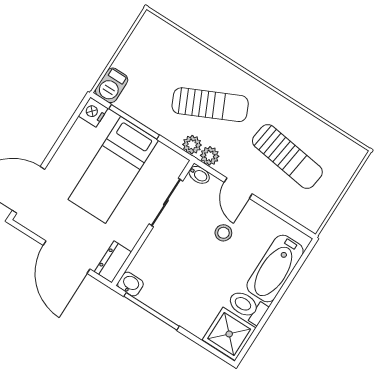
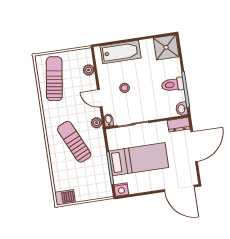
barbecue: (112, 85) -> (65, 197), moved
plant: (192, 145) -> (89, 70), moved
sun lounger: (287, 157) -> (54, 79), moved
door: (238, 188) -> (100, 98), swing flipped
toilet: (247, 307) -> (173, 85), moved, turned 90

